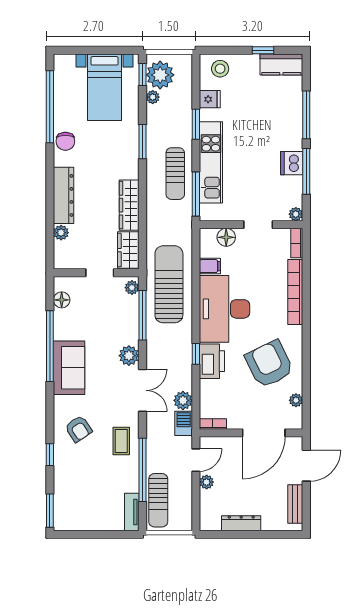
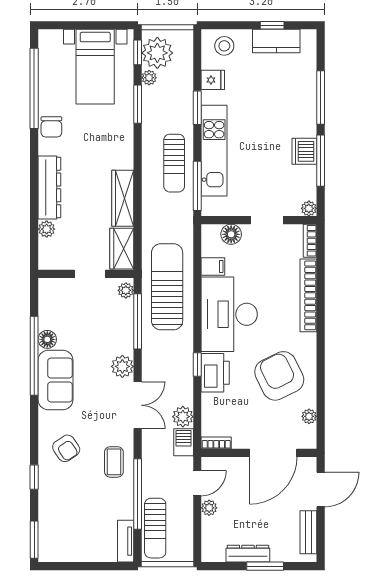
kitchen counter: (281, 64) -> (276, 41), moved
window: (142, 142) -> (138, 104), moved
floor lamp: (62, 300) -> (47, 339), moved
window: (257, 534) -> (265, 566), added

